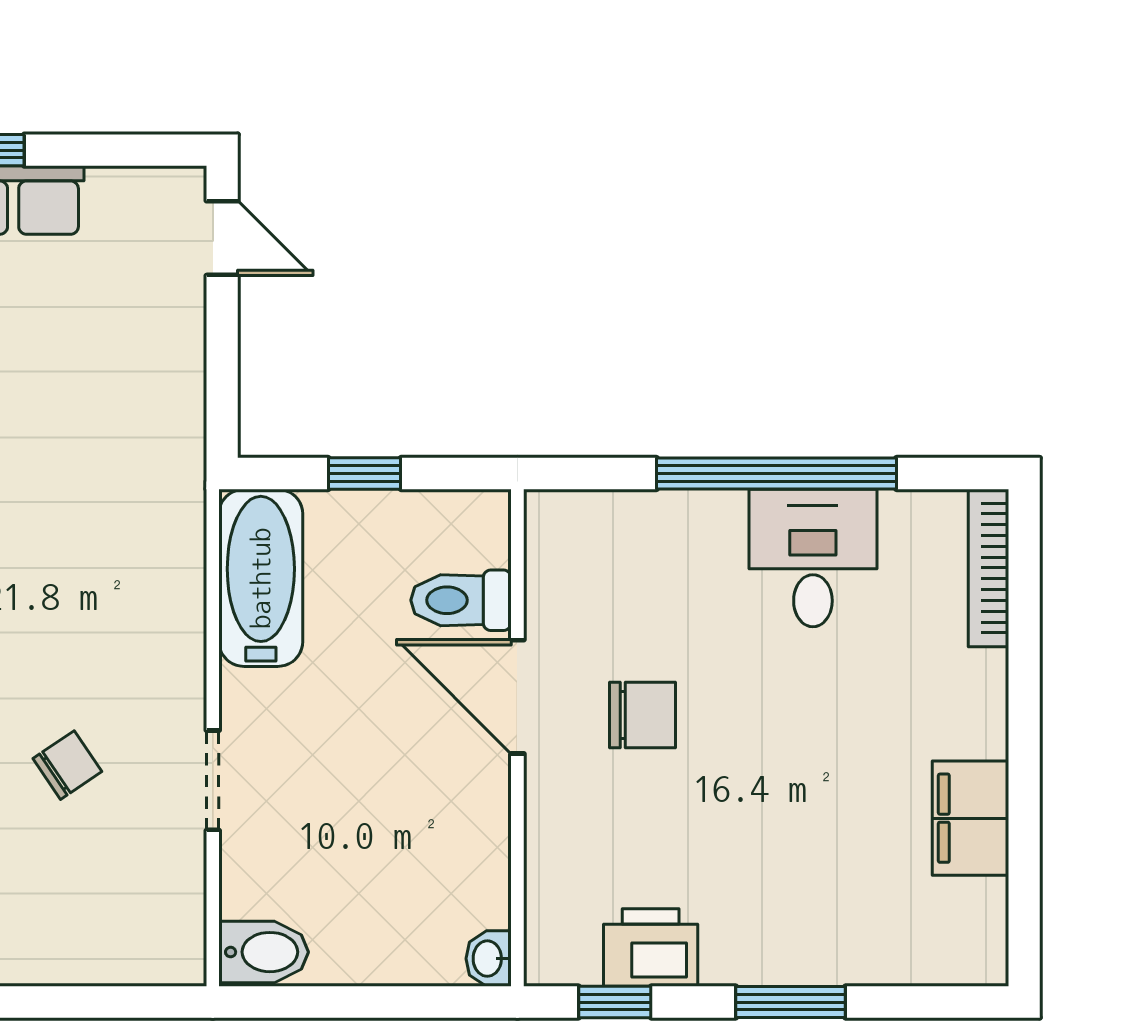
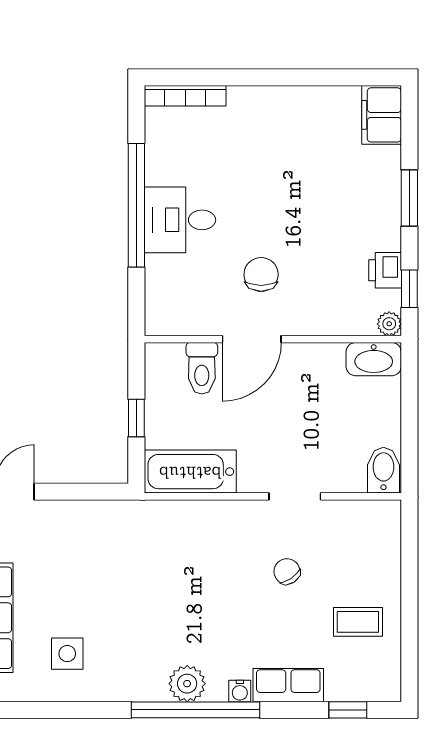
desk: (813, 558) -> (180, 220), moved
filing cabinet: (970, 818) -> (382, 115), moved, turned 90
printer: (651, 948) -> (385, 270), width x0.73, depth x0.81
washbasin: (489, 959) -> (374, 359), width x1.91, depth x1.45
plant: (547, 963) -> (389, 324), added

